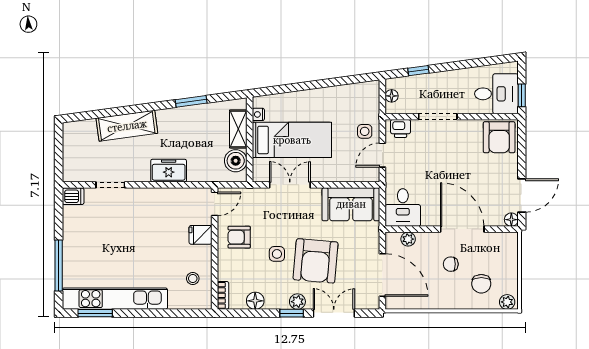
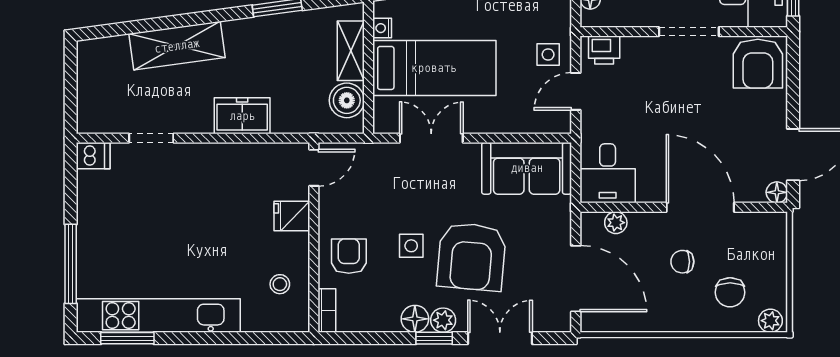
doorway: (438, 117) -> (689, 32), moved
armchair: (239, 237) -> (349, 256), moved, turned 90
floor lamp: (255, 301) -> (415, 319), moved

